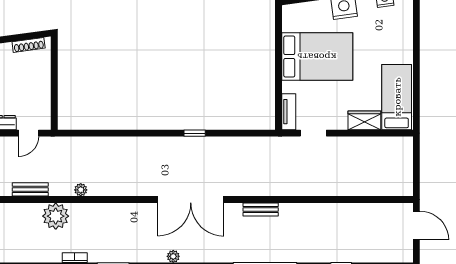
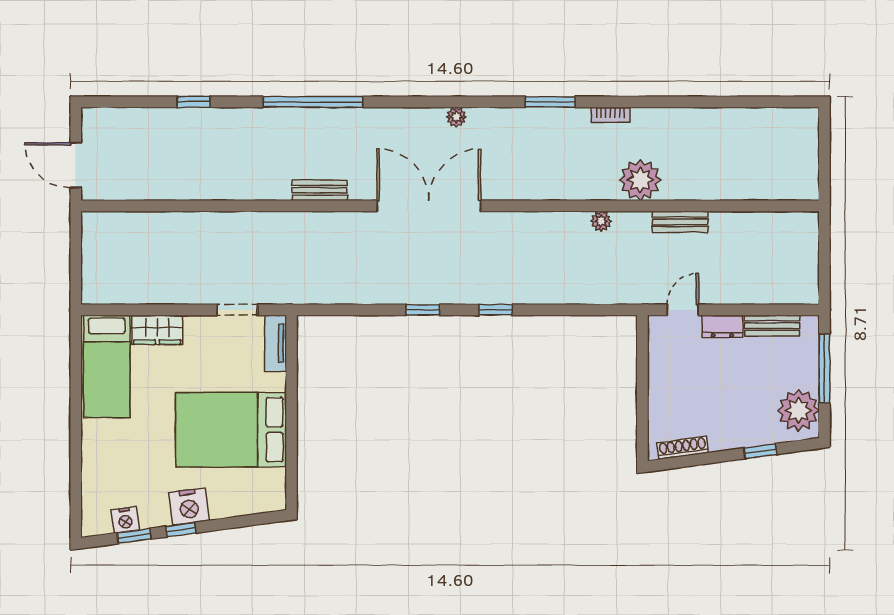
window: (148, 133) -> (496, 310), added

